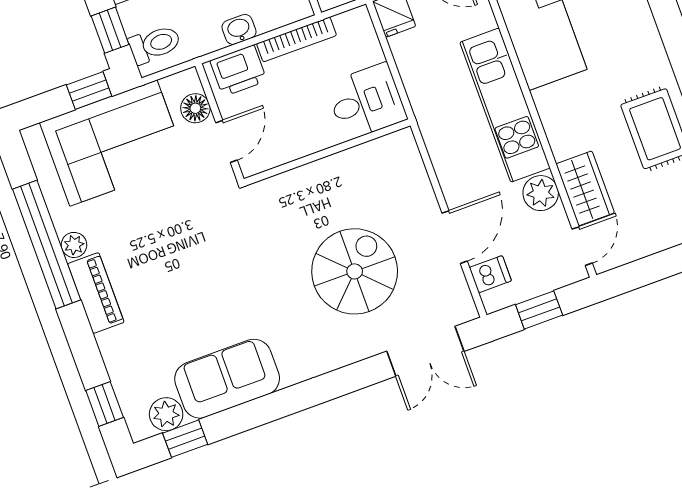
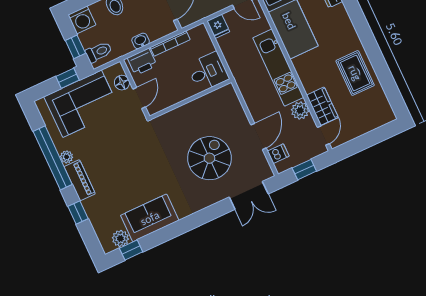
window: (105, 404) -> (78, 213), moved

